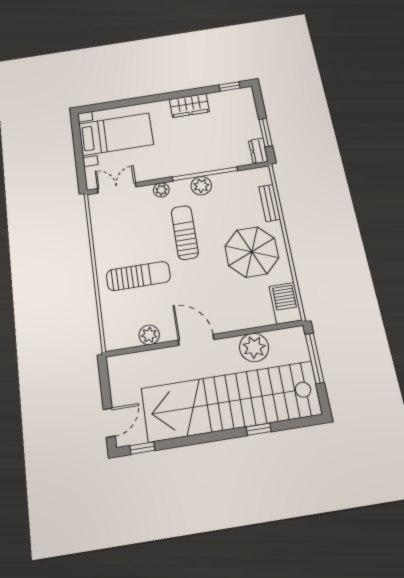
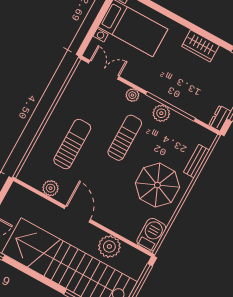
sun lounger: (138, 276) -> (72, 144), turned -90

